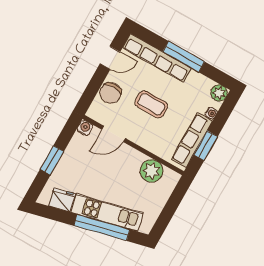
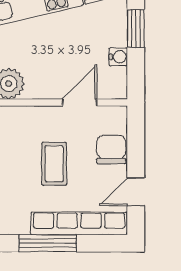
coffee table: (151, 104) -> (54, 164), turned 90
water cooler: (85, 128) -> (118, 57), moved, turned -90

